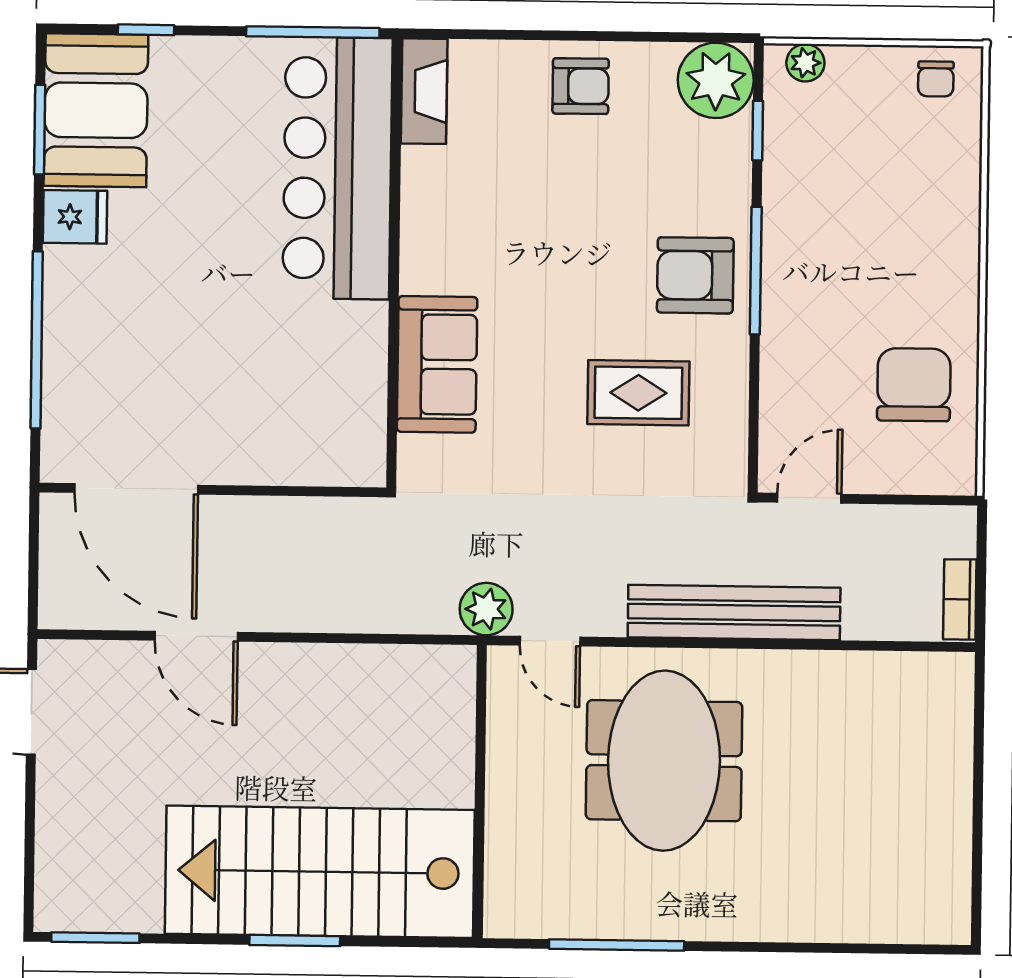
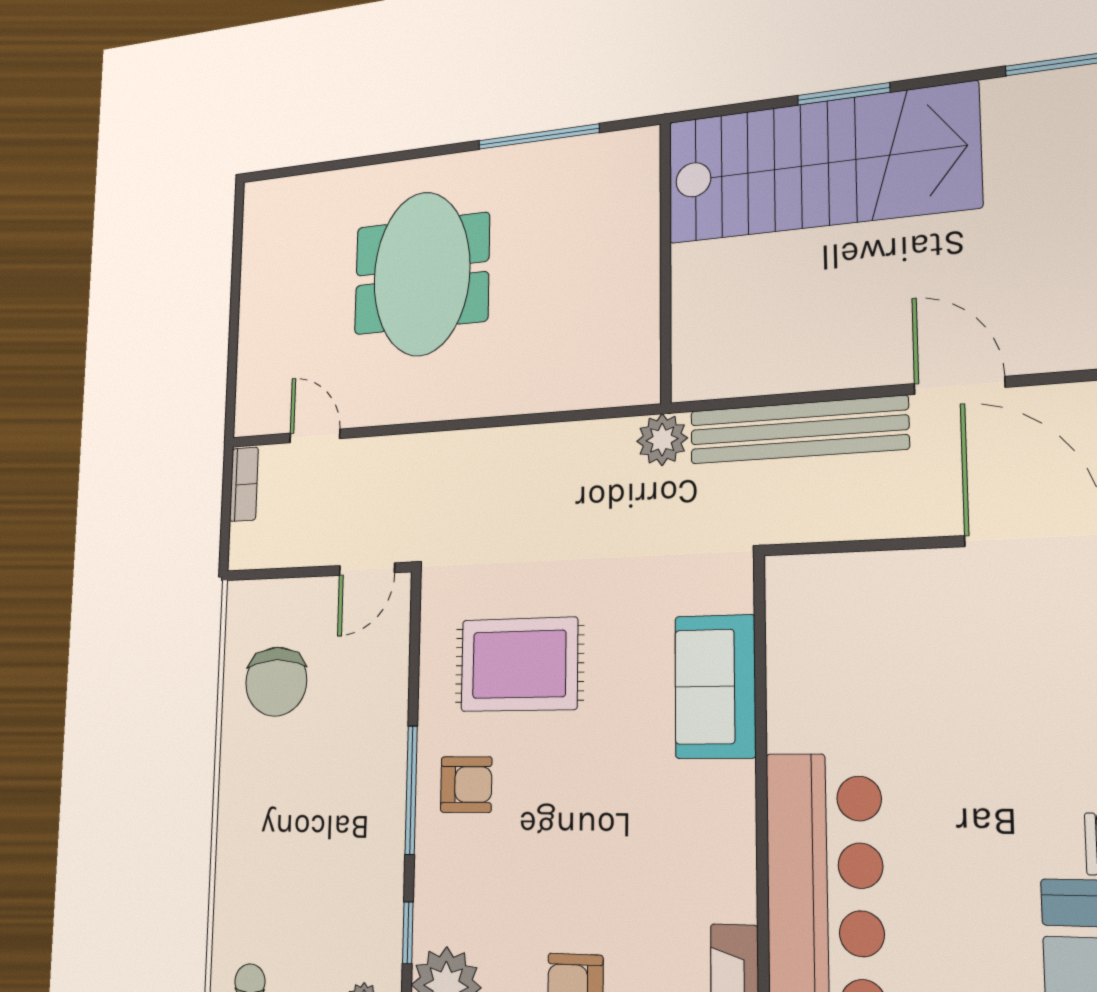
armchair: (695, 275) -> (466, 784), width x0.72, depth x0.72
rug: (638, 393) -> (519, 664), width x1.36, depth x1.43
bench: (734, 613) -> (798, 430), moved
door: (550, 641) -> (315, 436), moved
meeting table: (664, 761) -> (422, 274), moved

